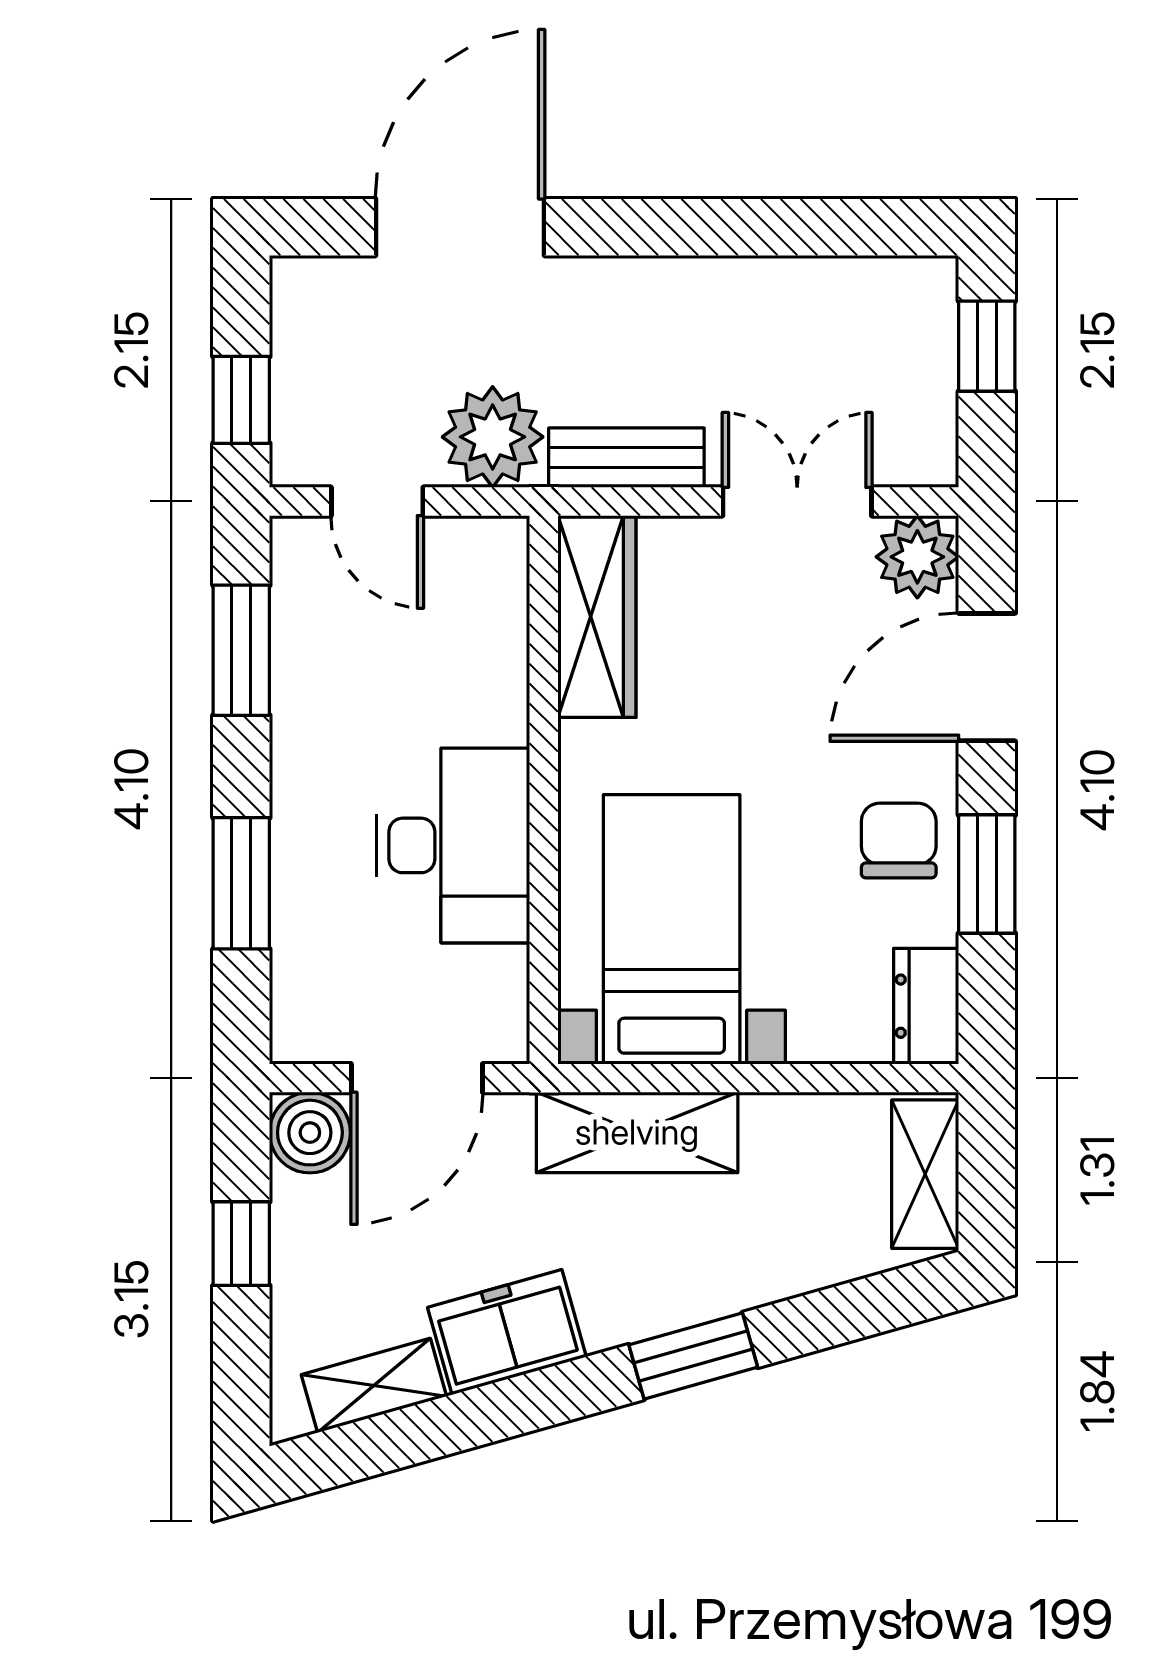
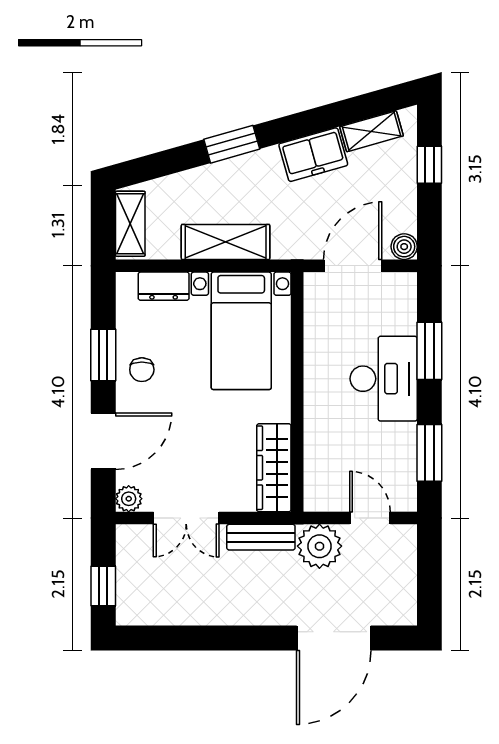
window: (241, 400) -> (429, 562), removed
plant: (917, 557) -> (129, 499), width x0.73, depth x0.73
chair: (899, 841) -> (142, 370), width x0.73, depth x0.73
desk: (453, 845) -> (384, 379), moved, turned 180
dresser: (926, 1006) -> (164, 286), moved, turned 90
shelving: (637, 1132) -> (226, 242), moved
boiler: (310, 1133) -> (404, 247), width x0.73, depth x0.73
window: (241, 1244) -> (429, 165), moved

